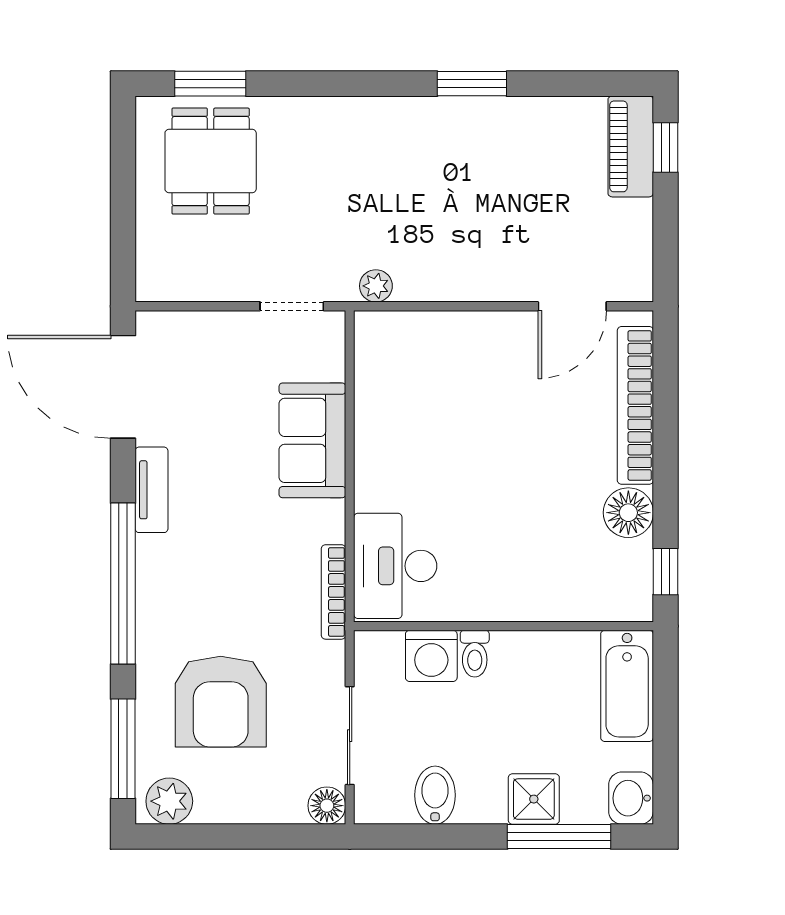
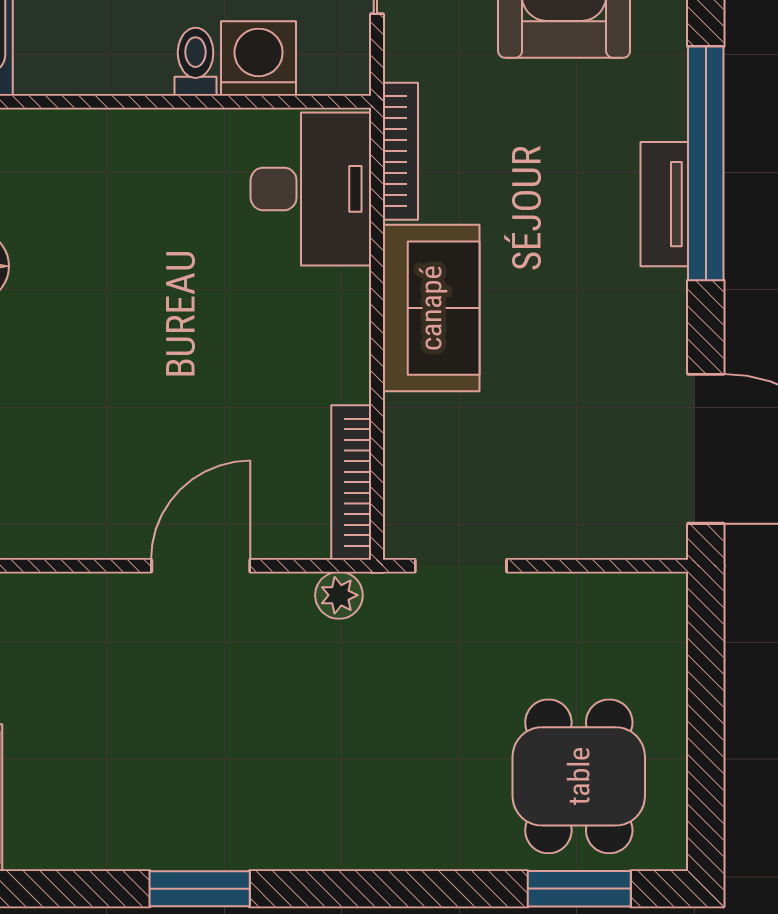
door: (572, 306) -> (201, 566), moved
bookcase: (367, 364) -> (351, 482), added
sofa: (312, 440) -> (431, 308), moved
tv unit: (152, 490) -> (664, 204), moved

